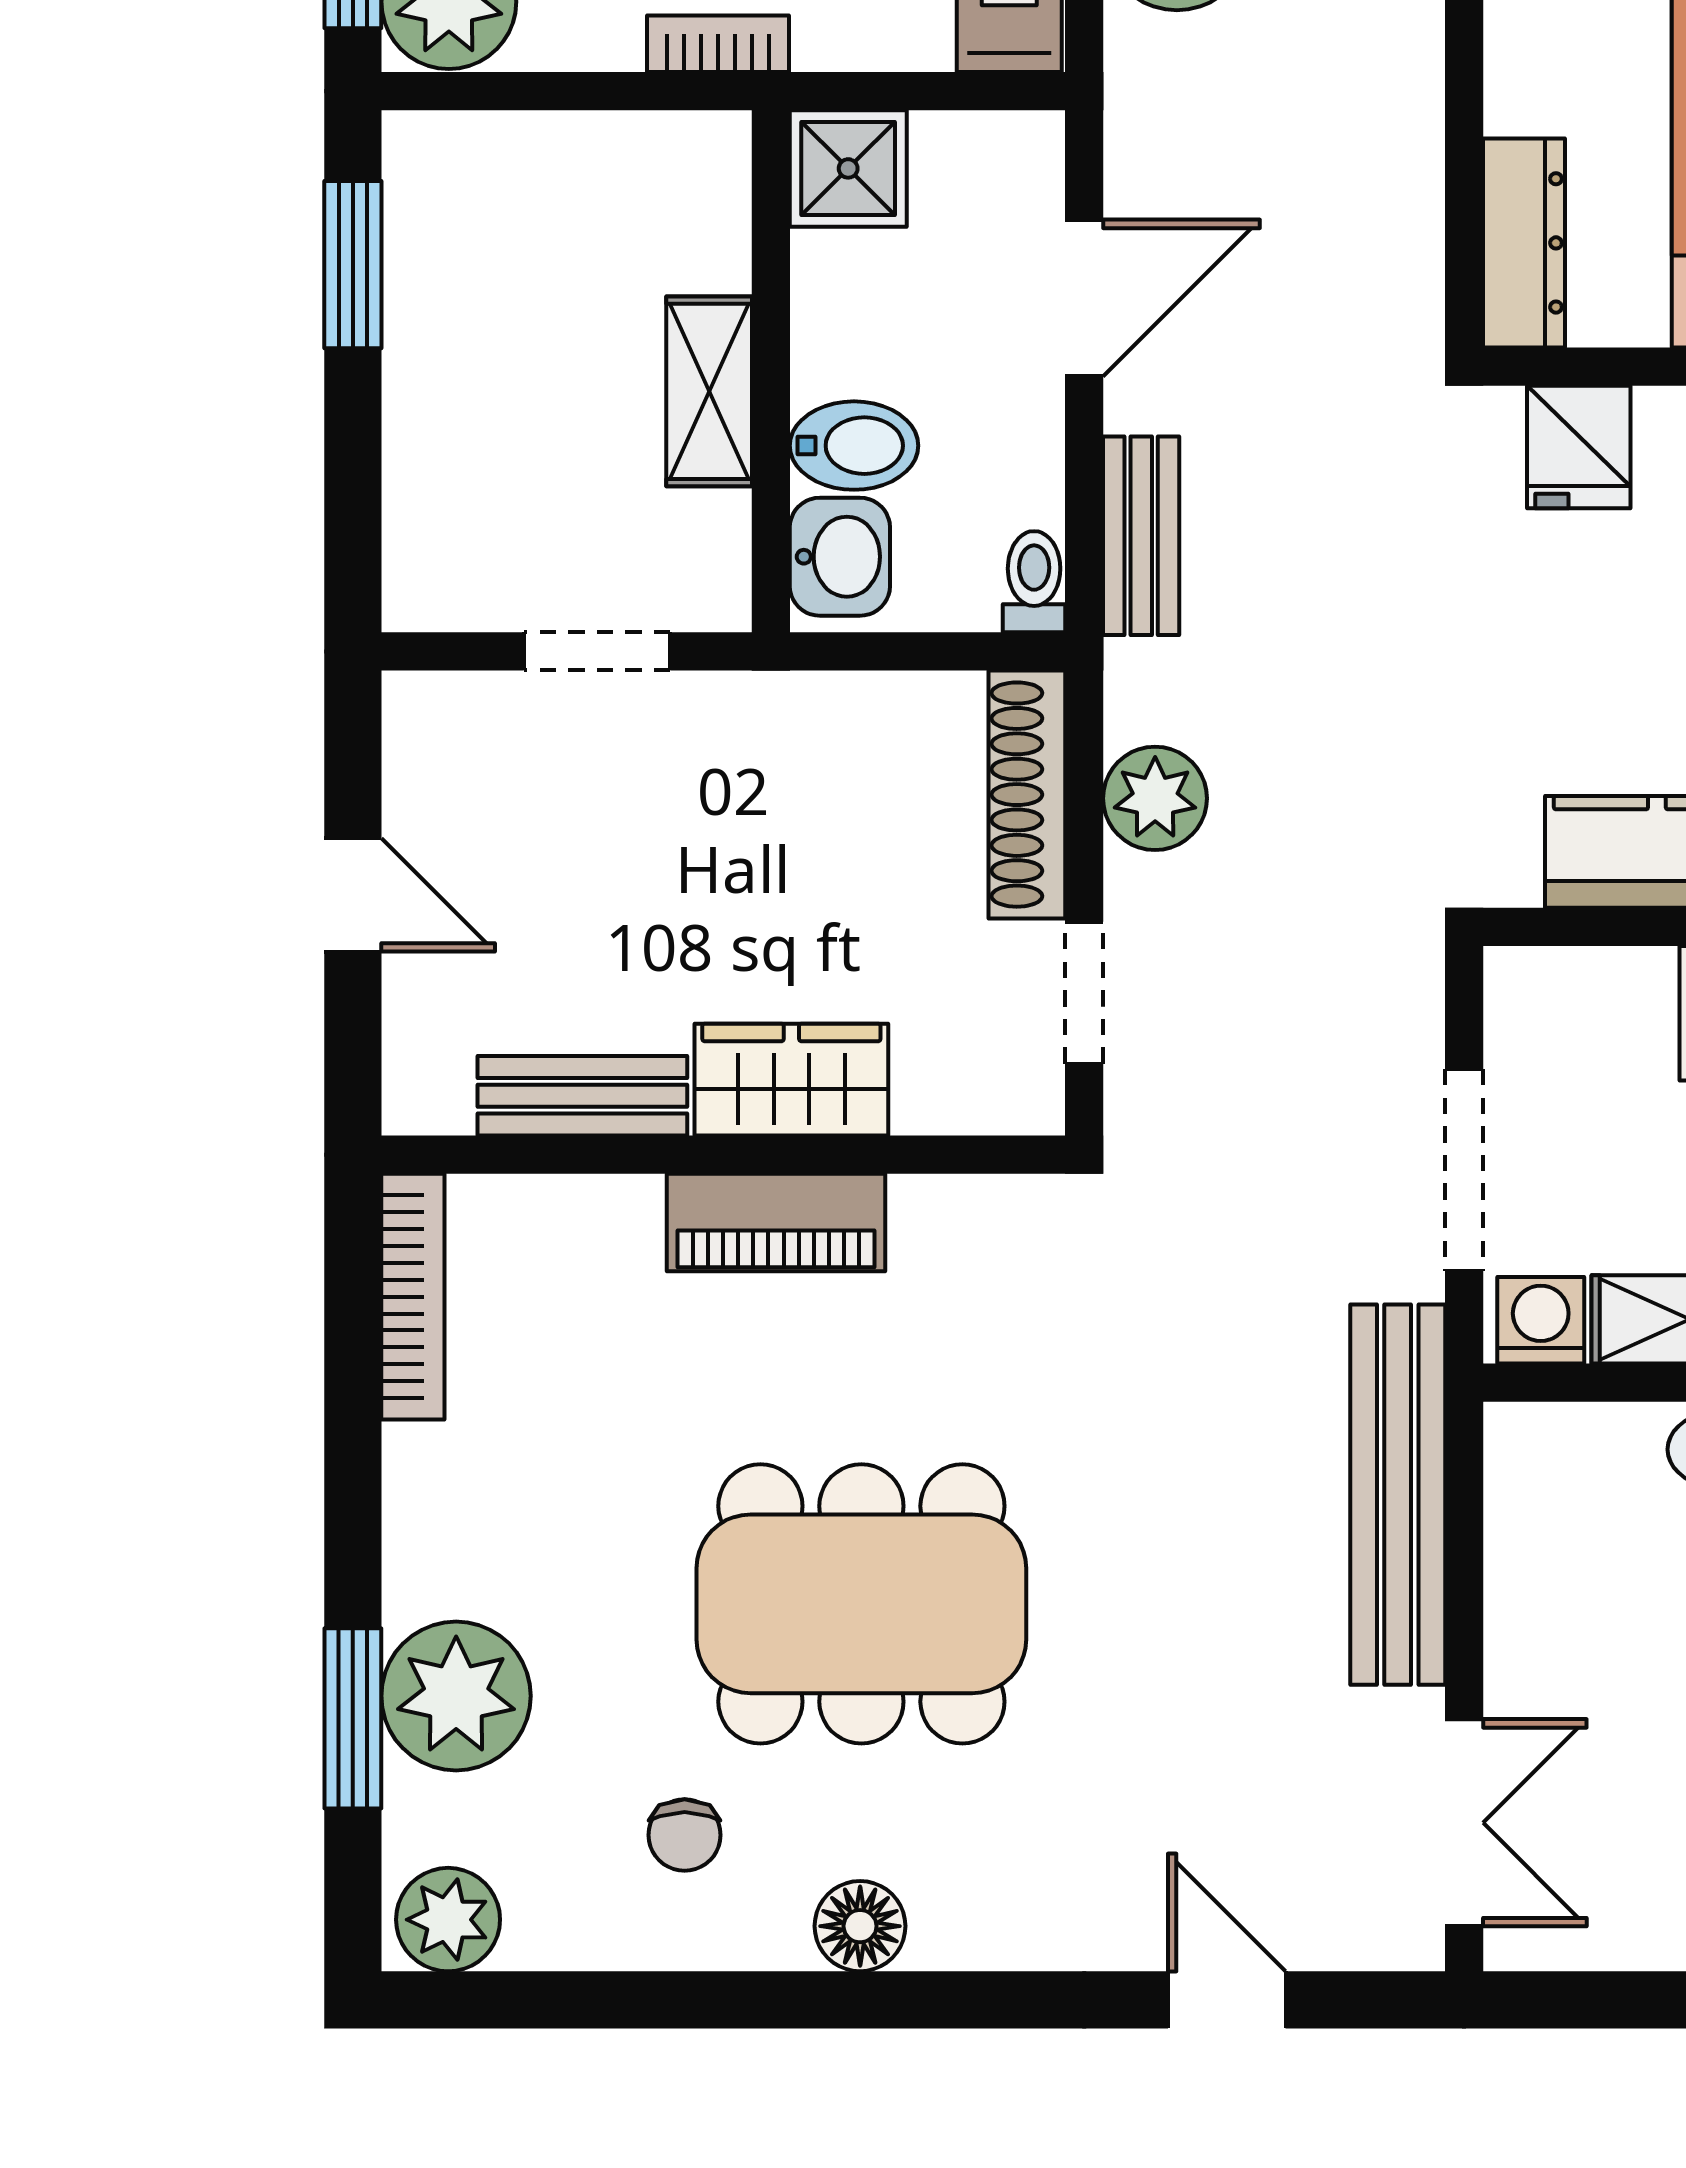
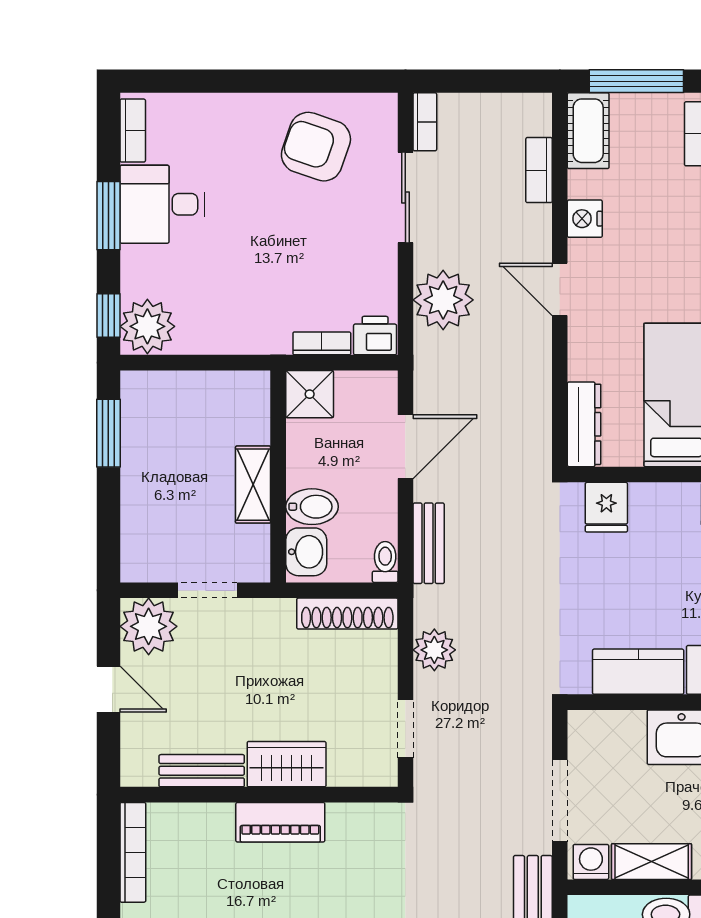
bookcase: (718, 44) -> (322, 343), moved
plant: (452, 740) -> (149, 626), added
shoe rack: (1027, 795) -> (347, 614), moved, turned -90

